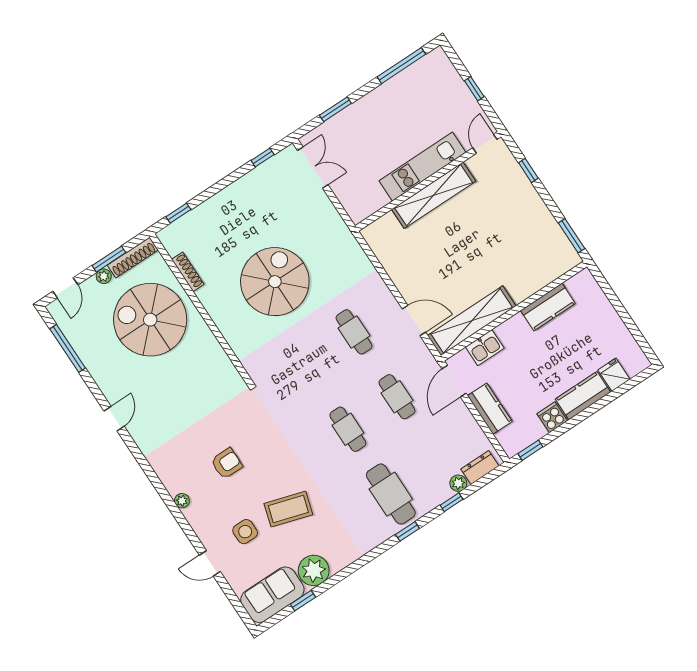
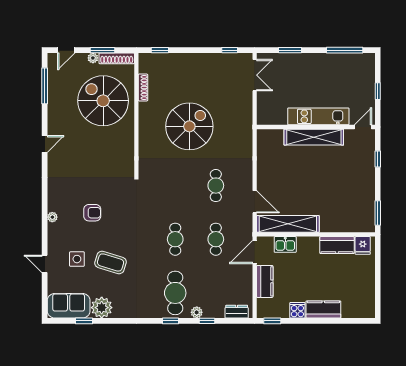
fridge: (614, 375) -> (363, 245), moved, turned 180
plant: (458, 483) -> (197, 312), moved

